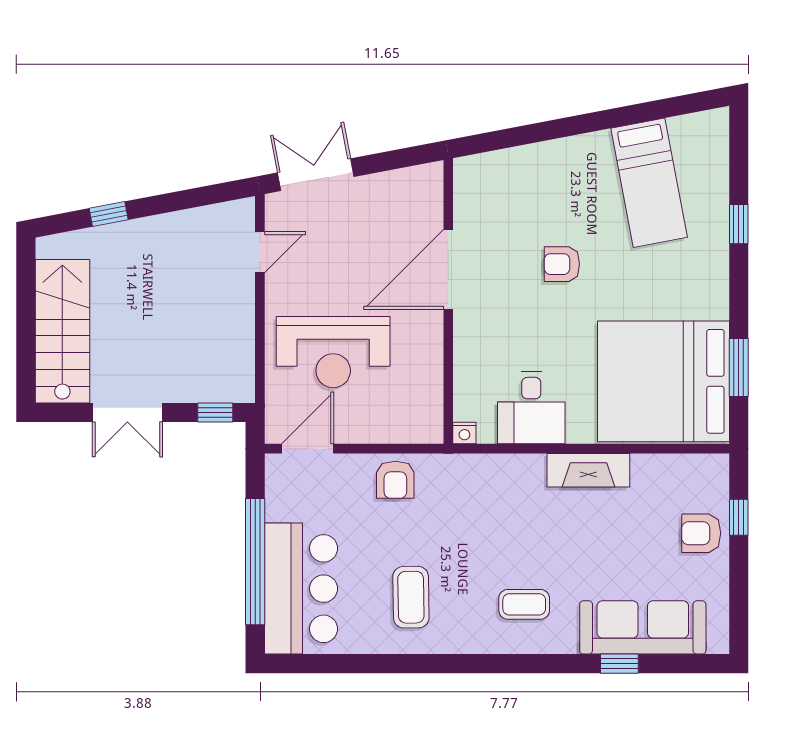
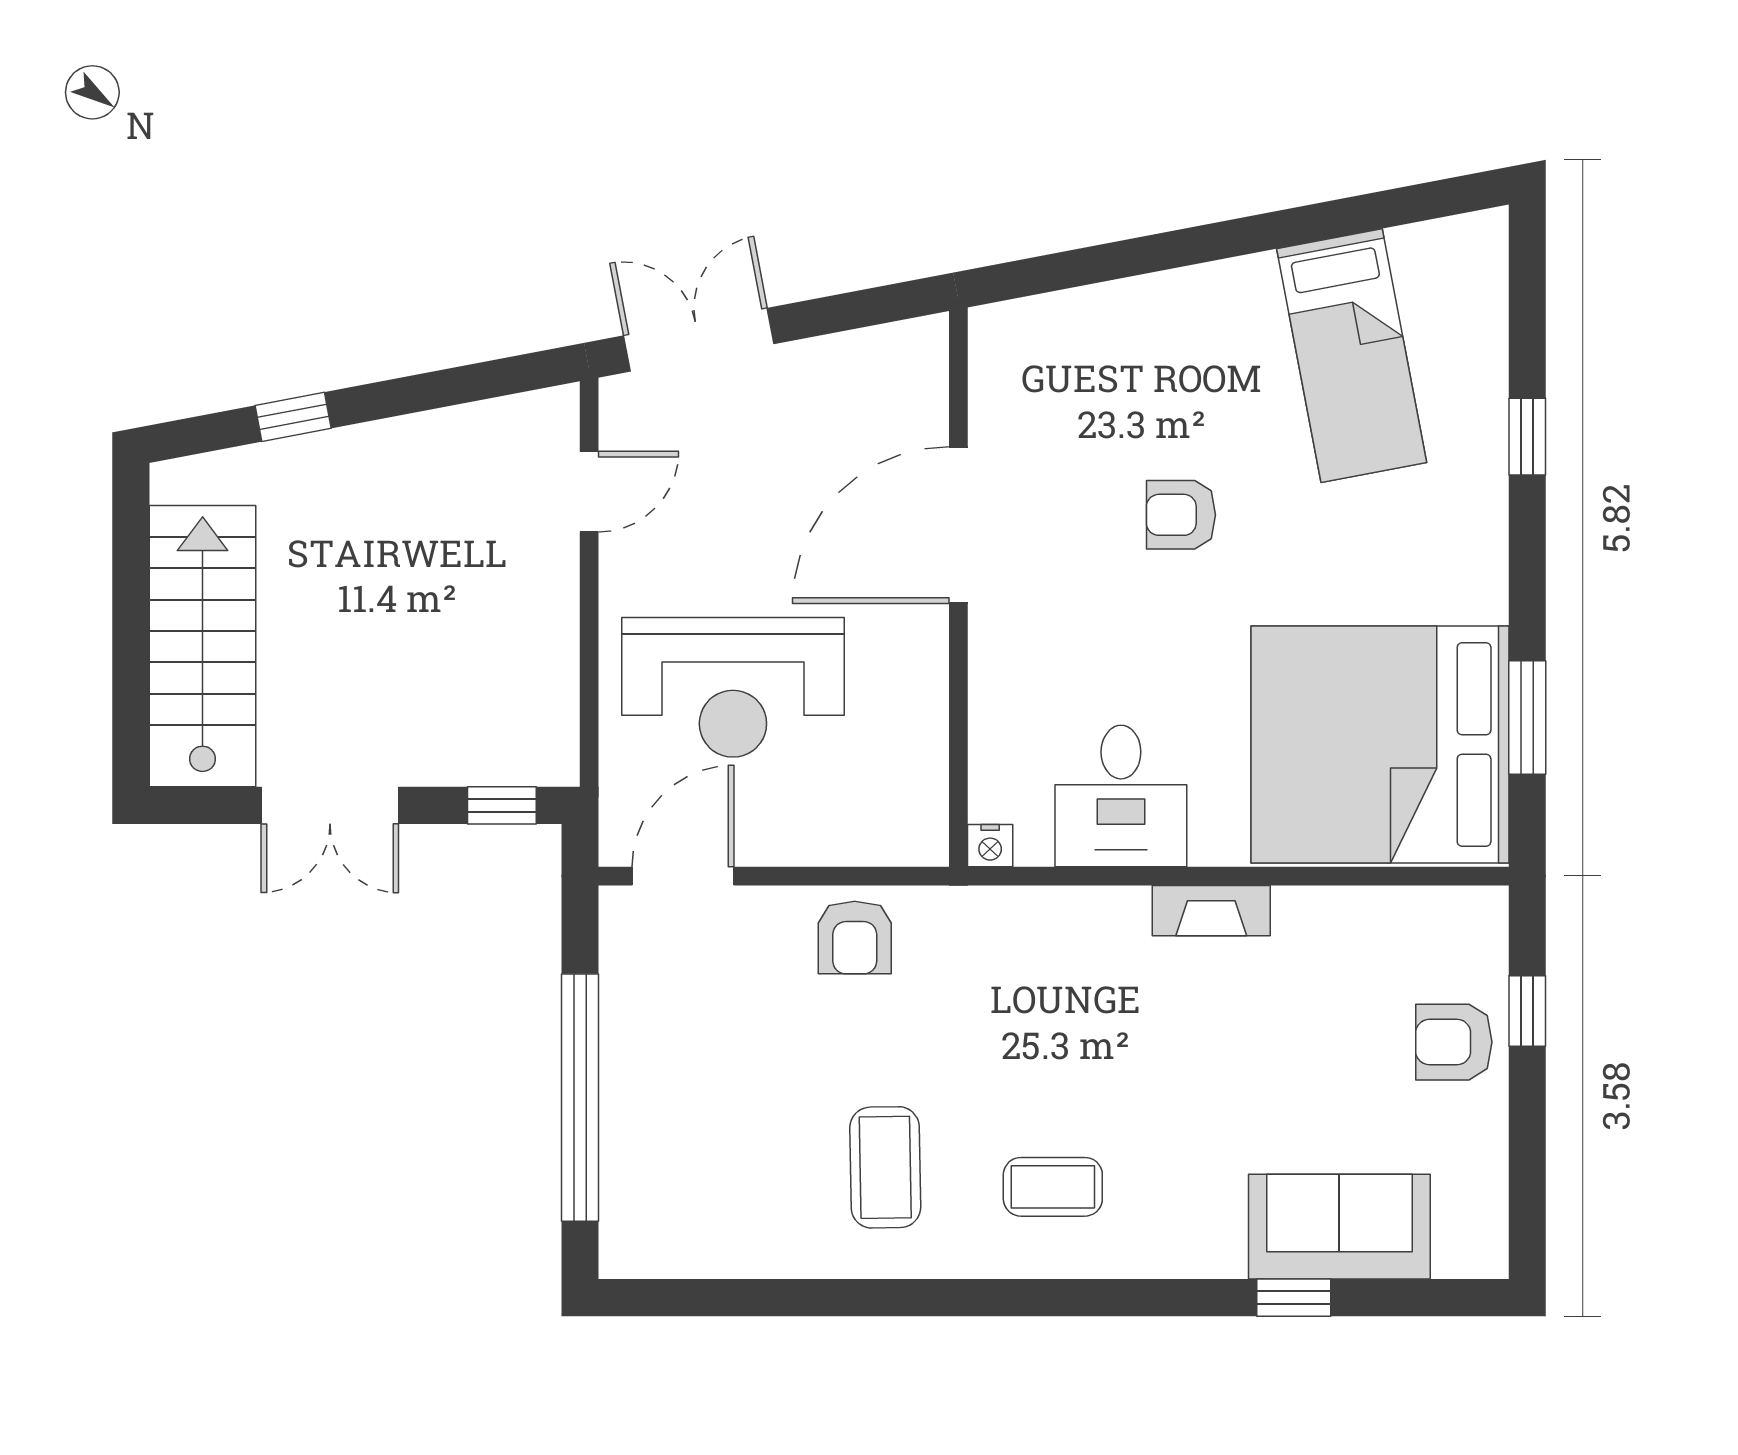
fireplace: (588, 470) -> (1211, 911), width x0.73, depth x0.76
bar counter: (301, 589) -> (670, 1151), removed
coffee table: (524, 604) -> (1053, 1187), moved
sofa: (643, 627) -> (1339, 1227), width x0.73

